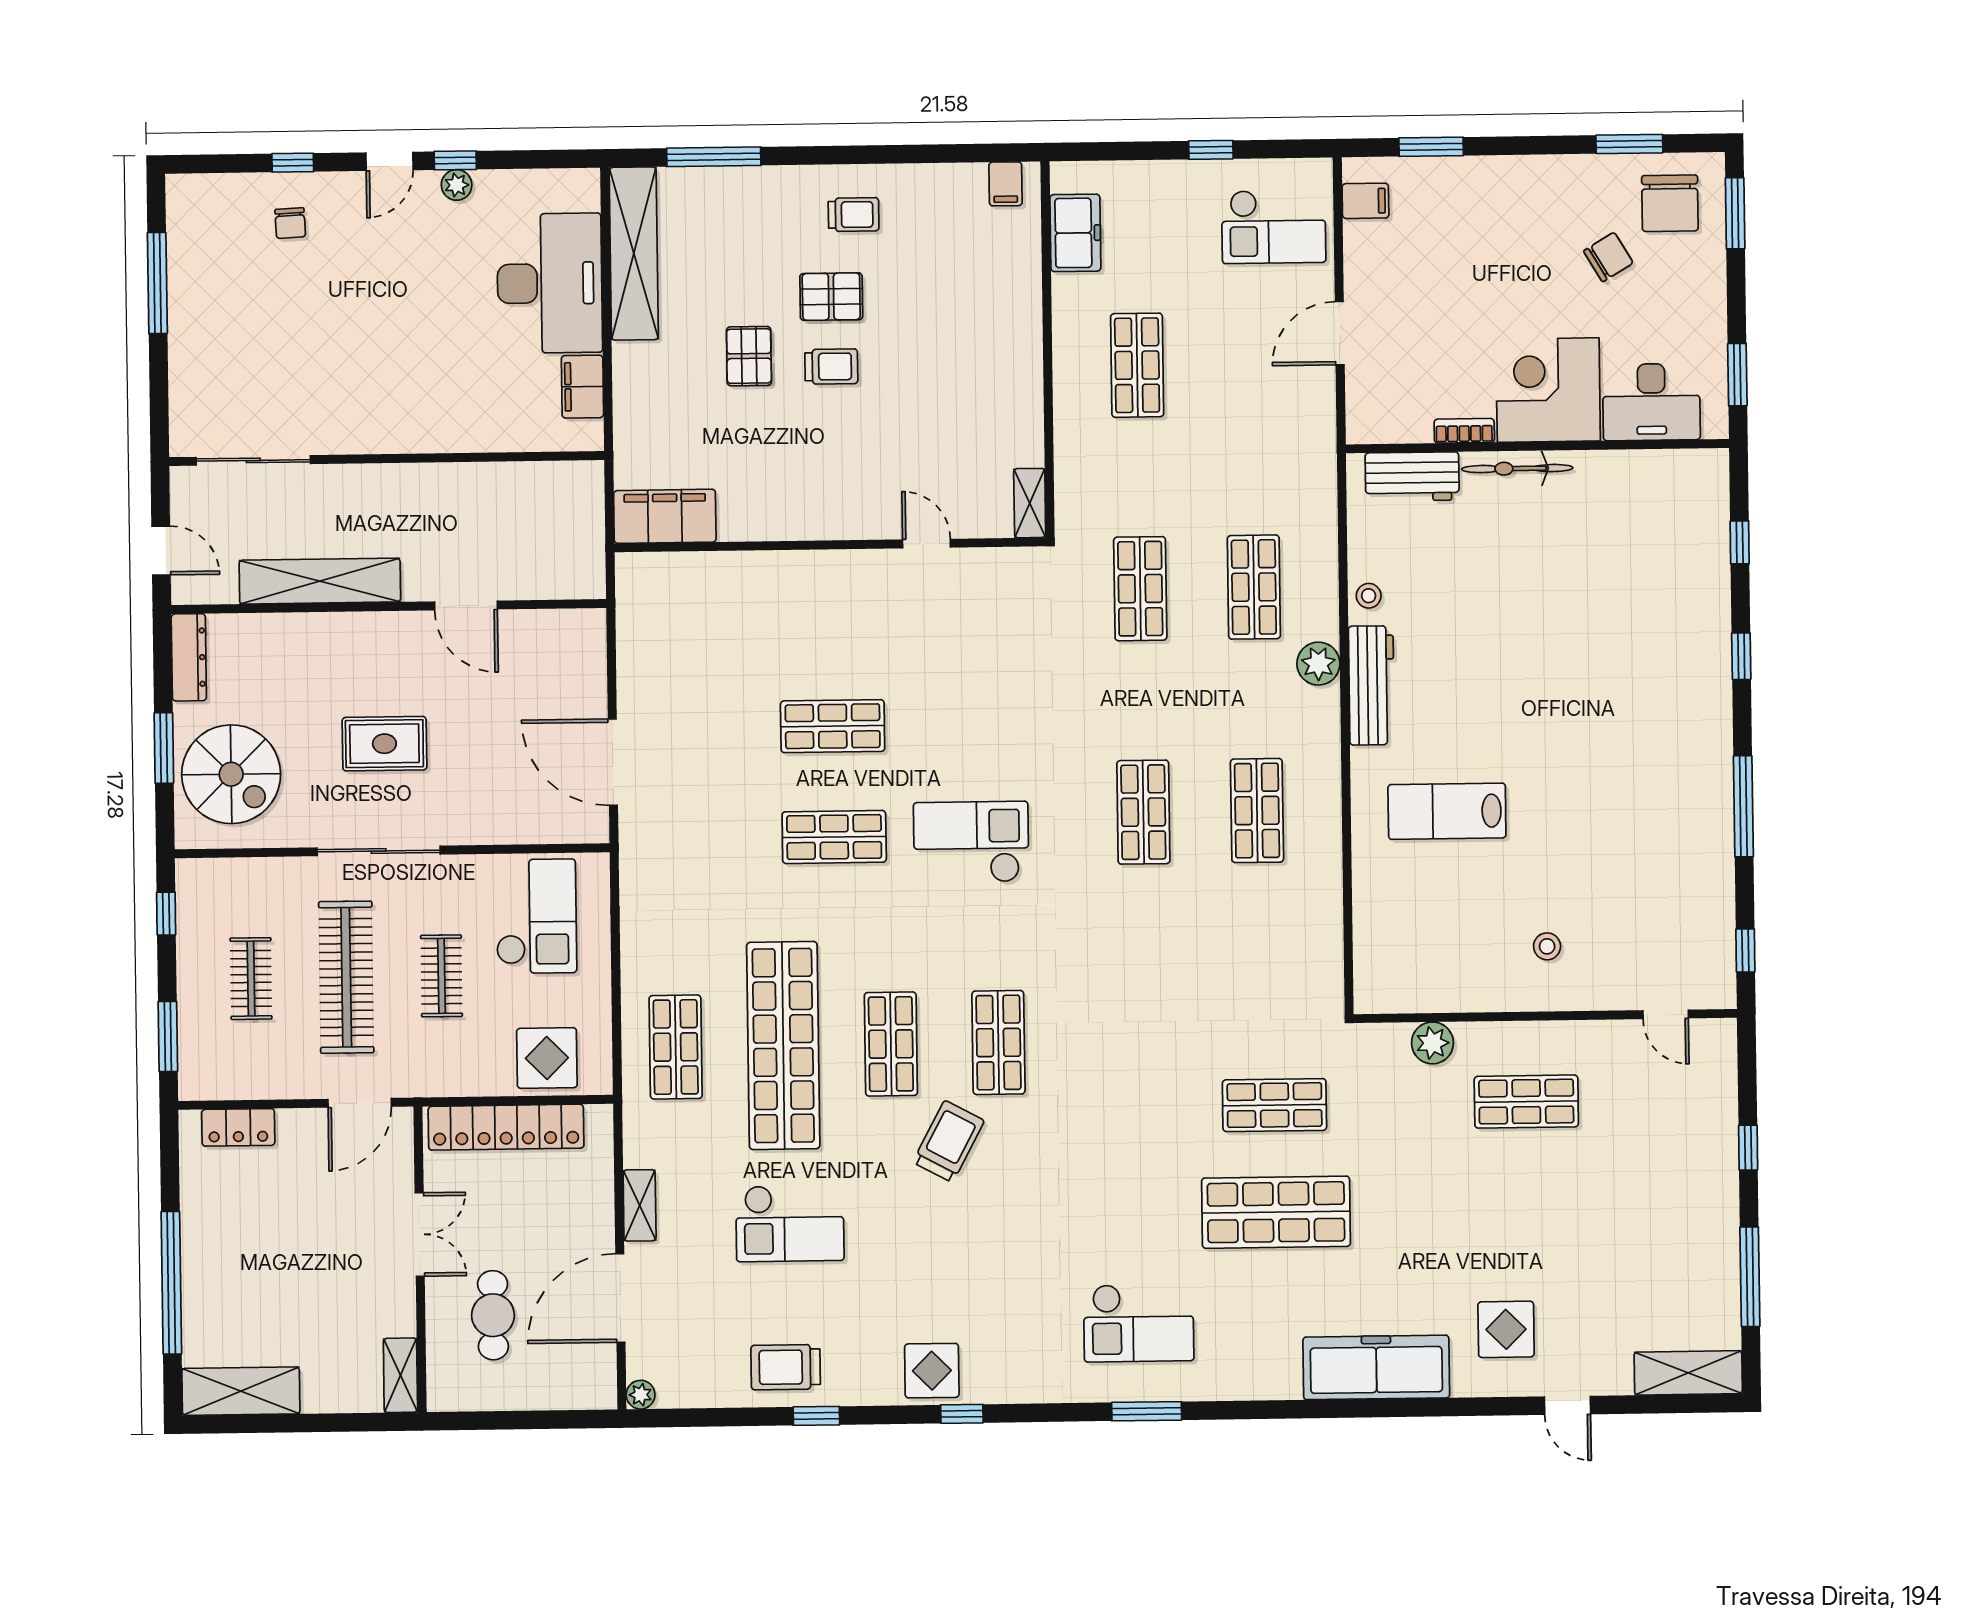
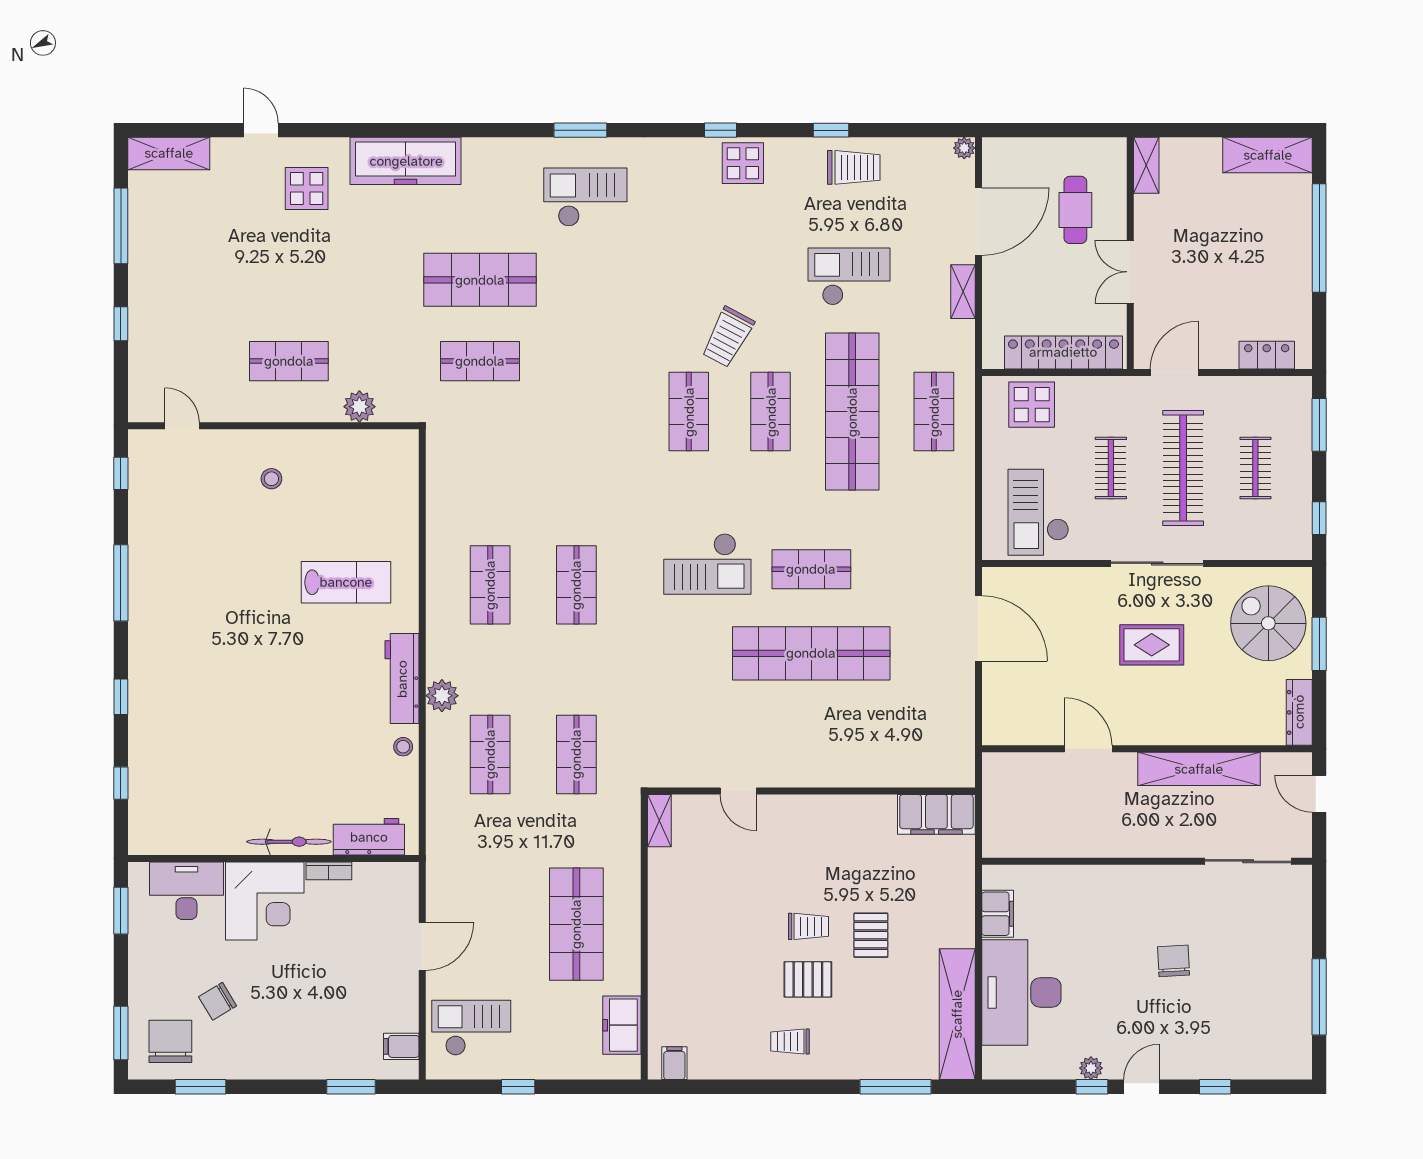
chair: (290, 223) -> (1174, 961), moved, width x1.37, depth x1.37
shop shelf: (1137, 365) -> (576, 924), width x1.43, depth x1.36
trolley: (831, 367) -> (808, 926), turned 180
shop shelf: (833, 726) -> (811, 653), width x2.00, depth x1.36

